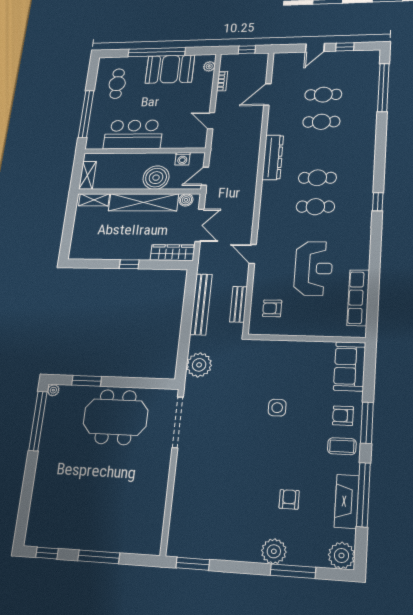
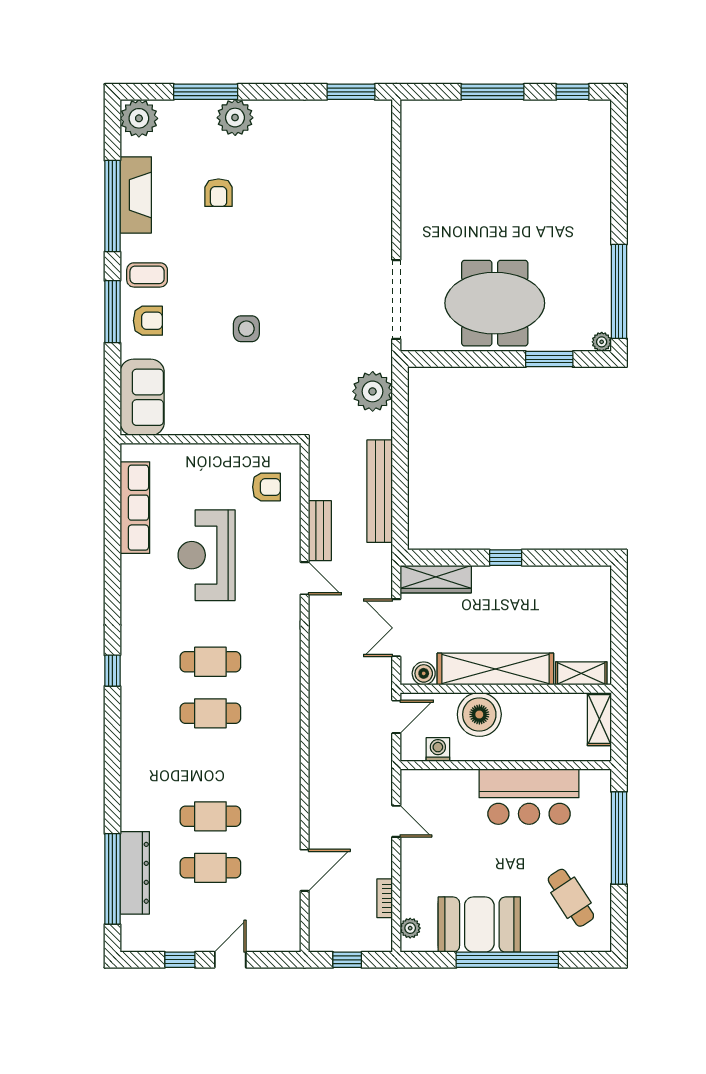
cafe table: (117, 84) -> (571, 898), turned -33
dresser: (273, 157) -> (135, 873), moved, turned 180
bench: (238, 304) -> (320, 531), moved

